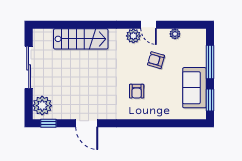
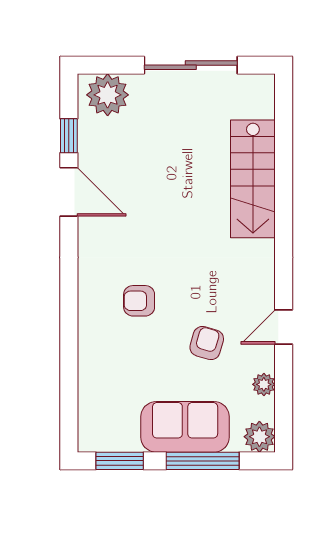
plant: (133, 36) -> (259, 437), moved
sofa: (194, 88) -> (185, 427), moved
window: (48, 123) -> (69, 136), moved
door: (87, 123) -> (69, 192), swing flipped

